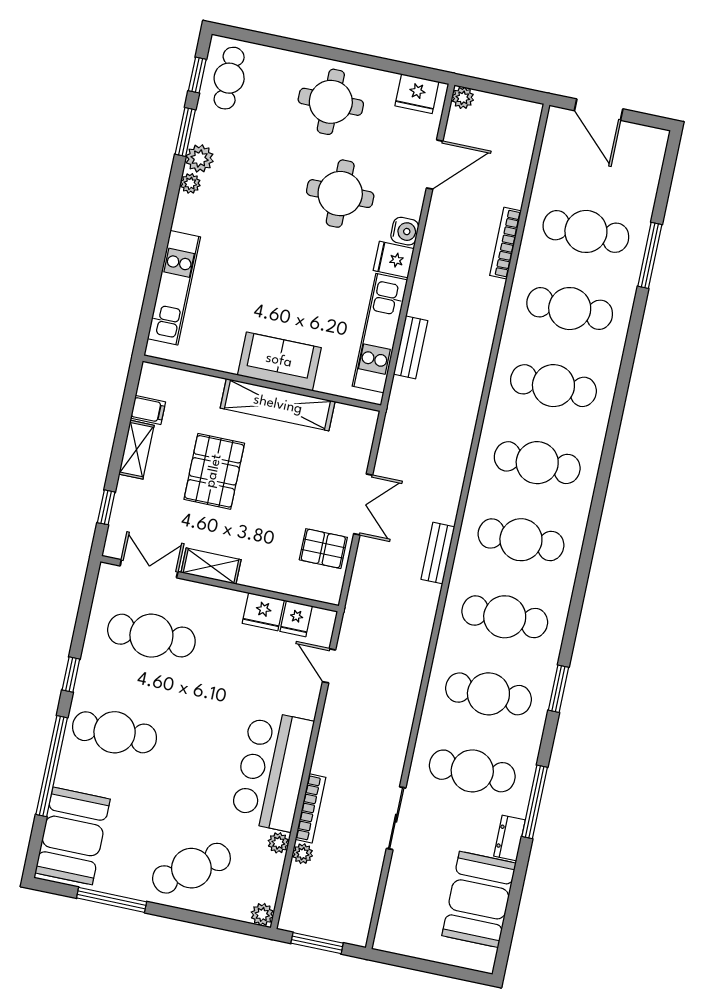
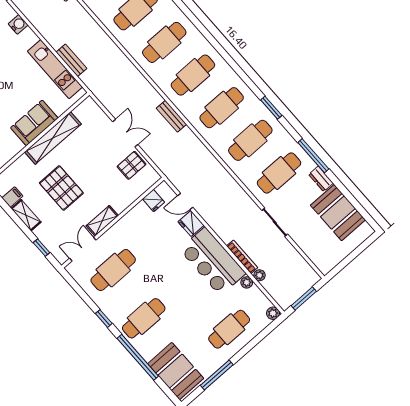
fridge: (394, 260) -> (27, 39), removed
fridge: (263, 612) -> (191, 224), moved, turned 90
cafe table: (191, 868) -> (229, 329), turned 35

